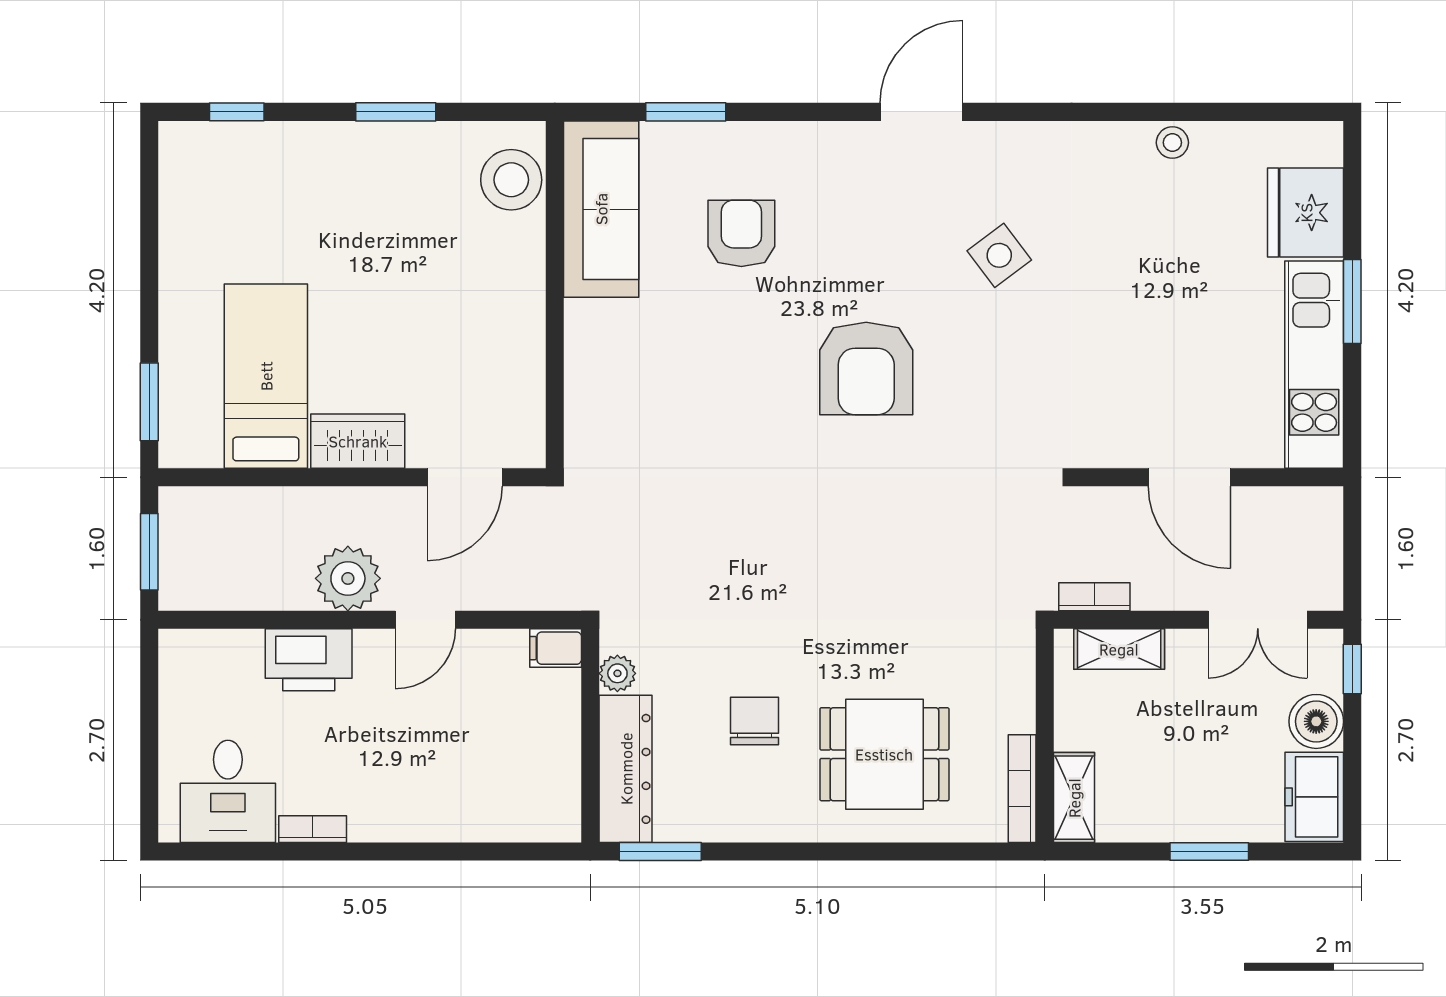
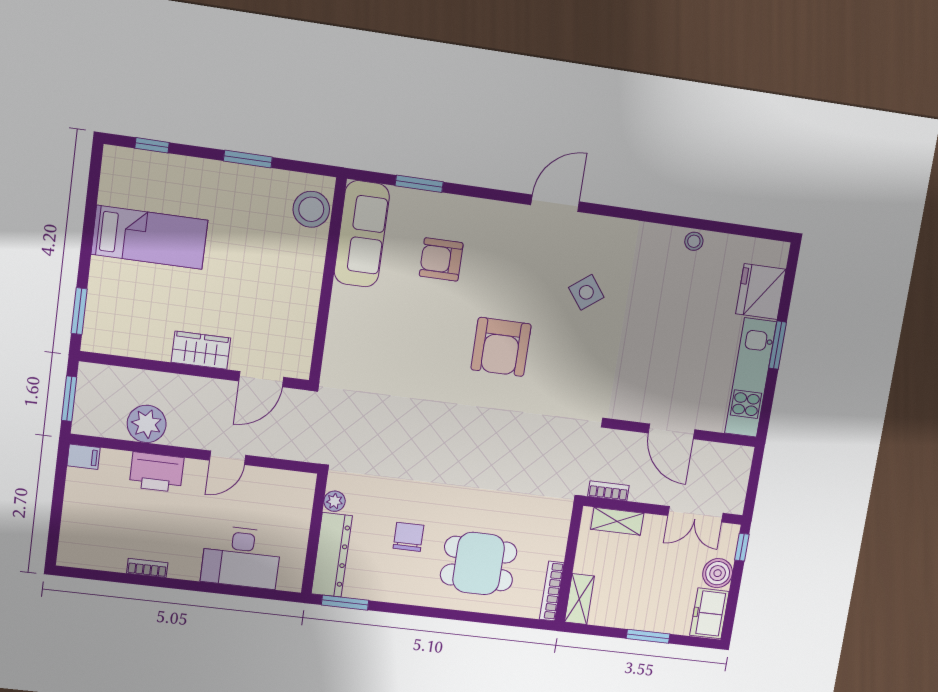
armchair: (741, 233) -> (441, 259), turned -90
bed: (266, 376) -> (149, 237), moved, turned 90
plant: (348, 578) -> (147, 424), moved
filing cabinet: (556, 648) -> (84, 457), moved, turned 180
desk: (228, 791) -> (241, 557), moved, width x1.37

